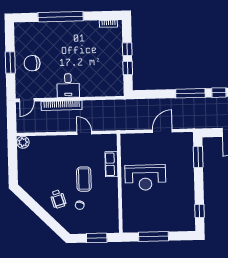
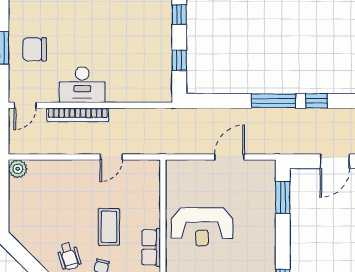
window: (127, 49) -> (179, 15), moved
desk: (68, 86) -> (82, 85), width x1.37
door: (84, 133) -> (111, 157), swing flipped
row of seats: (111, 164) -> (151, 247), moved

